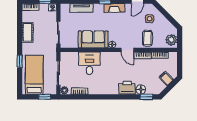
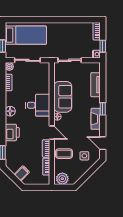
cot: (27, 32) -> (70, 28), removed
door: (127, 50) -> (52, 133), swing flipped
window: (20, 61) -> (40, 20), removed
desk: (89, 63) -> (38, 105), moved
floor lamp: (141, 90) -> (10, 111), moved

